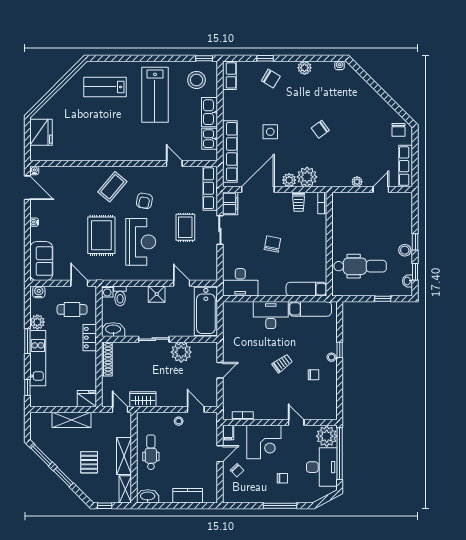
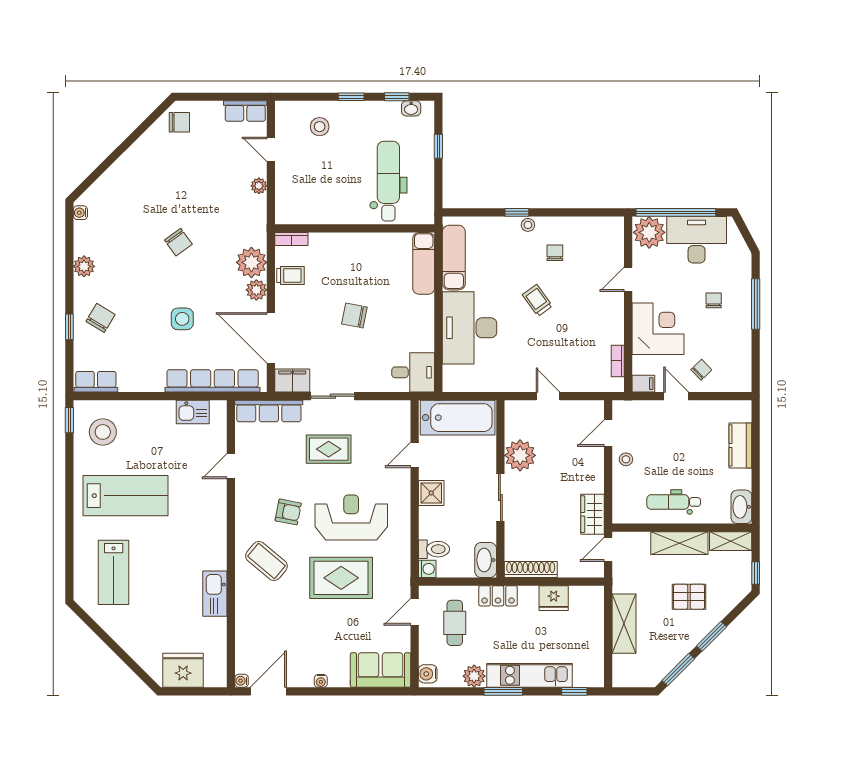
kitchen sink: (210, 112) -> (215, 594), moved, turned 90
row of seats: (406, 166) -> (245, 111), width x0.68
stool: (405, 250) -> (320, 127), moved
desk: (240, 282) -> (413, 372), width x0.73
desk: (271, 315) -> (470, 328), width x1.36, depth x1.30
fridge: (87, 399) -> (554, 598), moved, turned -90

